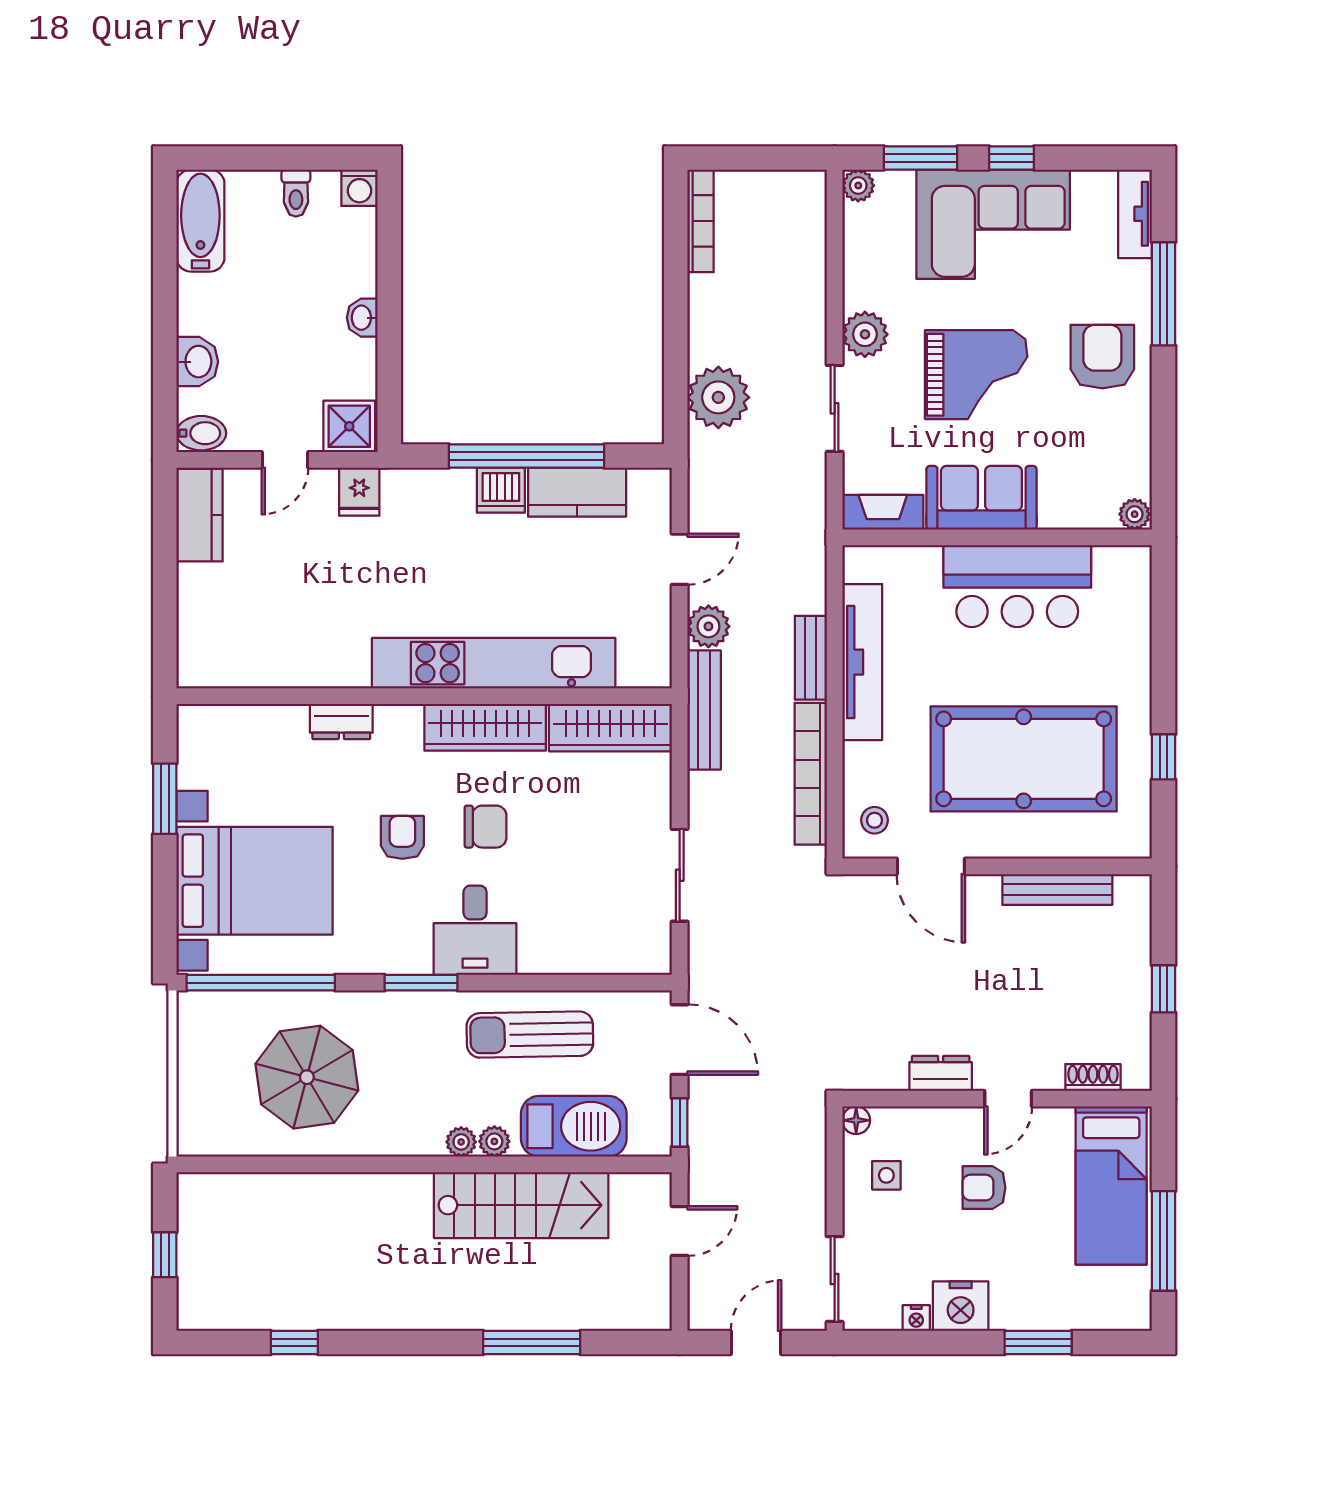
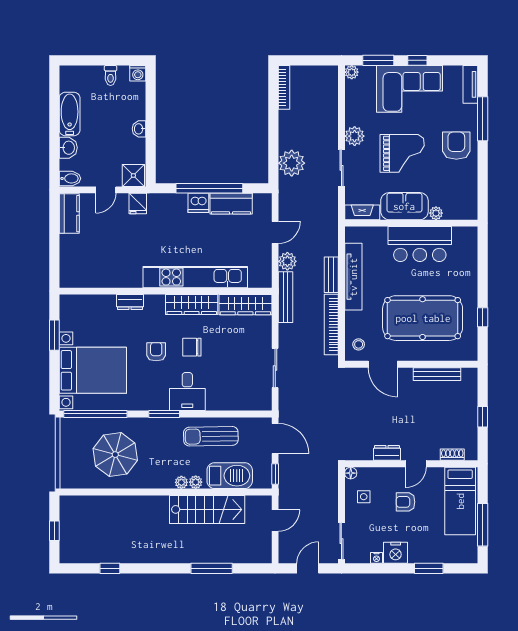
bathtub: (200, 221) -> (70, 114), moved
plant: (1135, 514) -> (436, 213), moved
chair: (485, 827) -> (192, 347), turned 180

